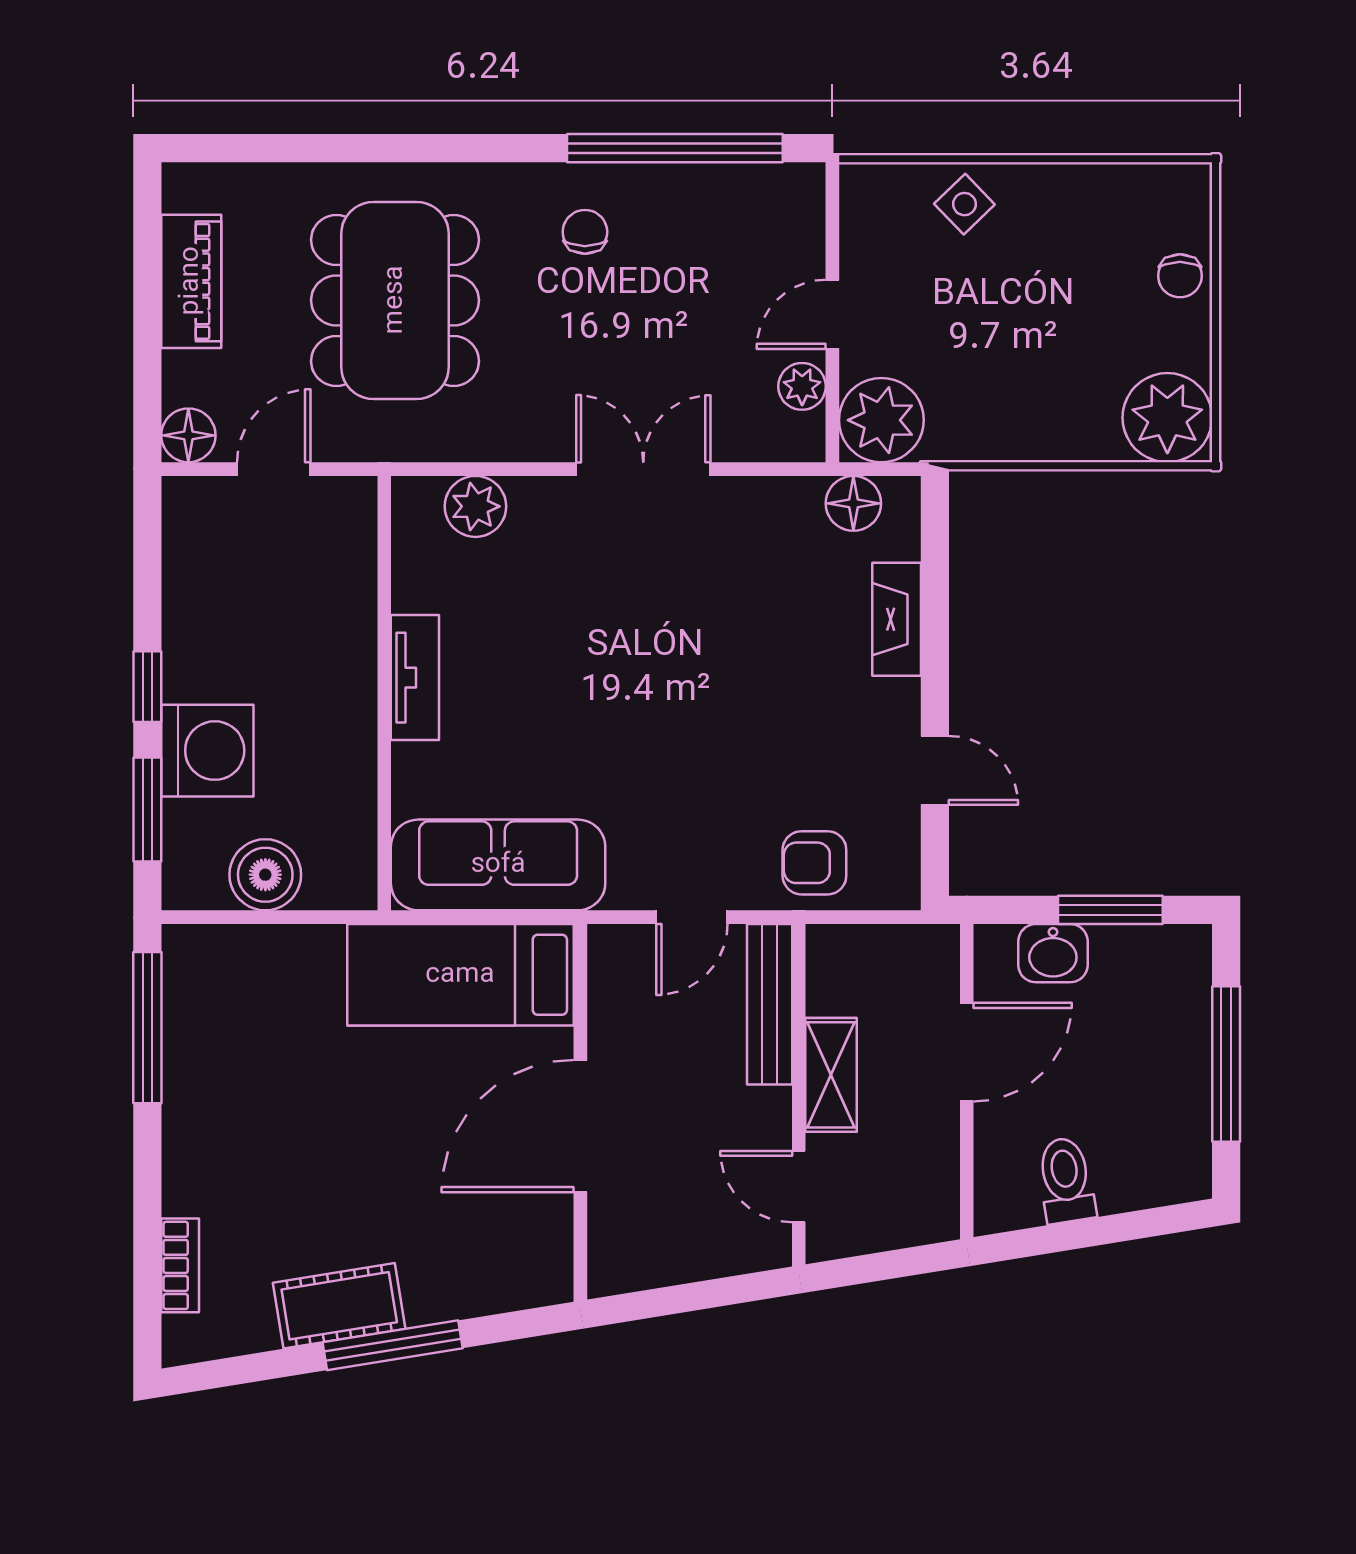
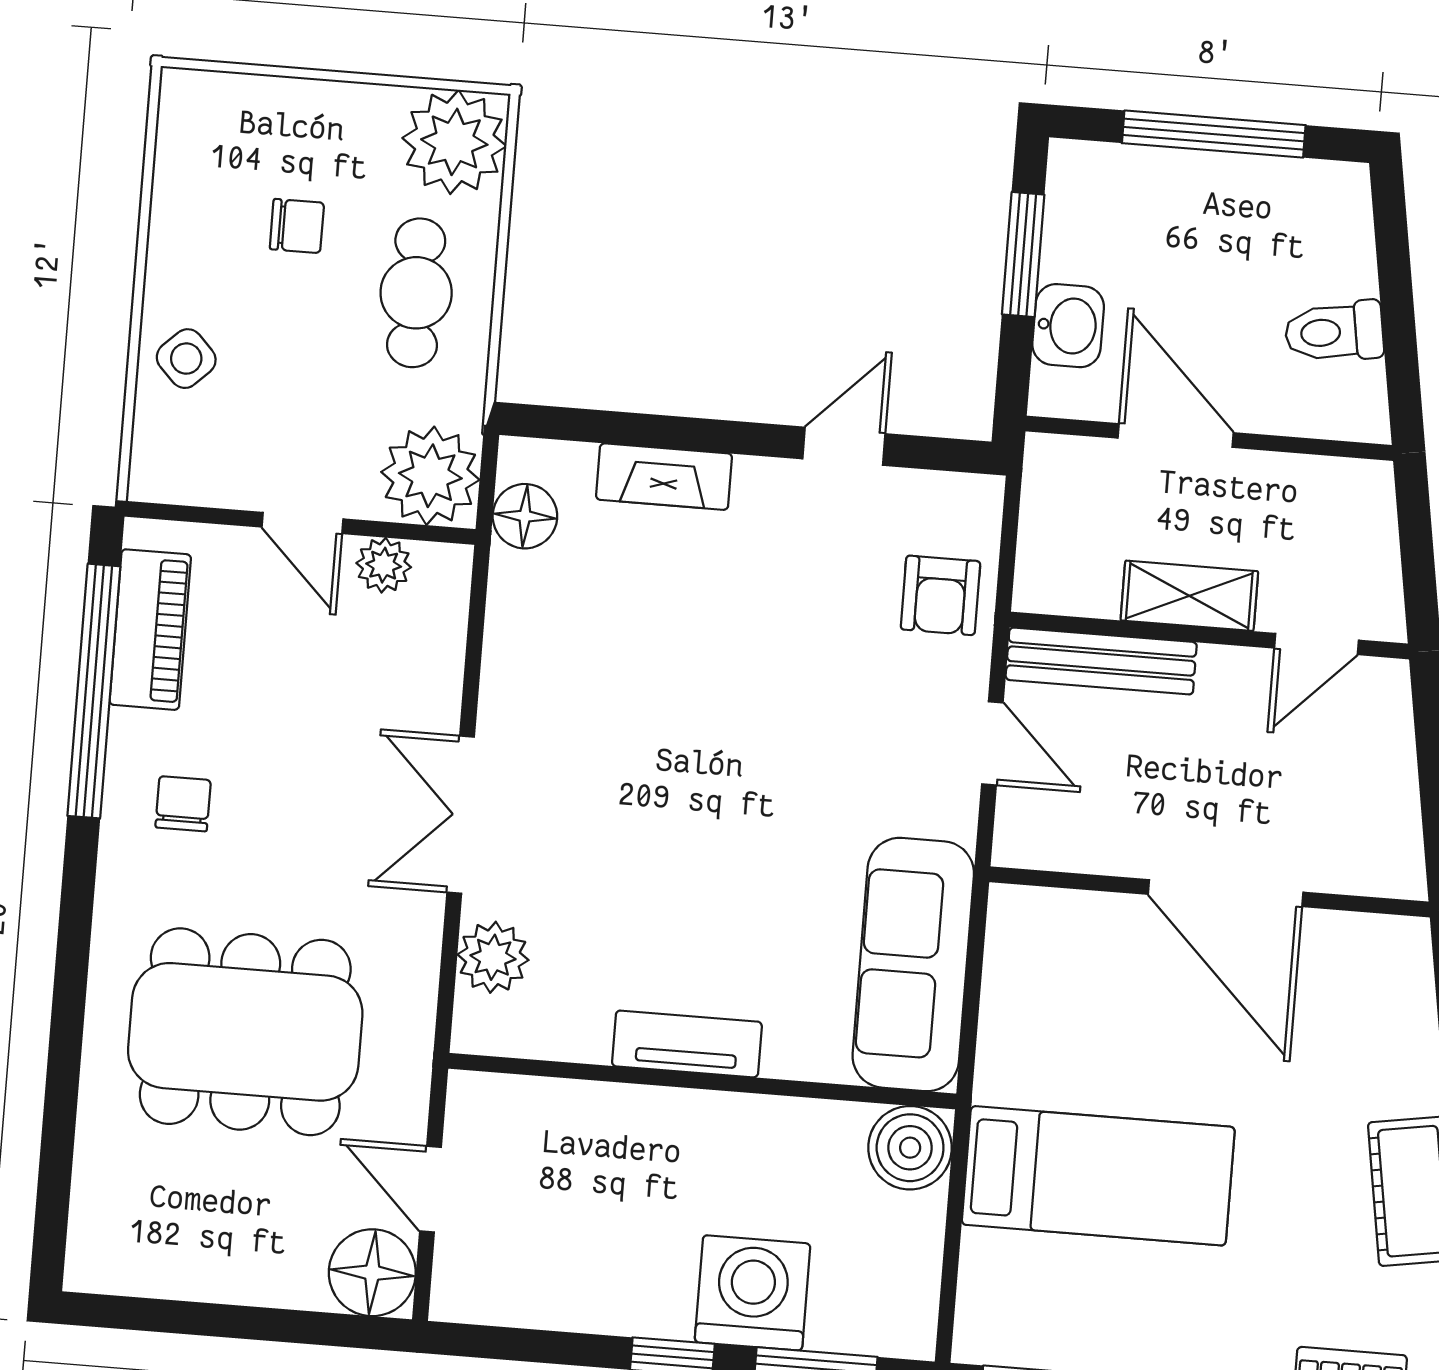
chair: (585, 232) -> (183, 804), turned 90
chair: (1180, 276) -> (297, 226), moved
piano: (191, 281) -> (150, 630), moved, turned 90
cafe table: (1036, 395) -> (416, 293), added
floor lamp: (188, 435) -> (372, 1273), width x1.38, depth x1.38
double door: (643, 469) -> (461, 815), moved
boiler: (265, 875) -> (910, 1148), moved
bed: (460, 975) -> (1098, 1176), moved, turned -90

